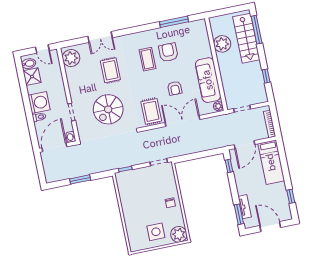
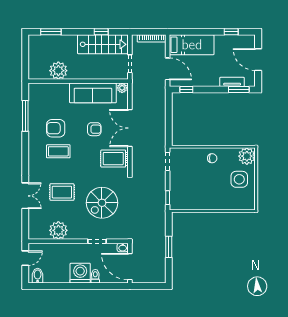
window: (257, 30) -> (51, 32), width x0.69
stairs: (246, 38) -> (103, 44), moved
plant: (71, 58) -> (58, 230), moved
shower: (32, 77) -> (52, 275), removed
spiral stairs: (108, 109) -> (102, 203), turned 90
door: (270, 227) -> (258, 60), hinge flipped

